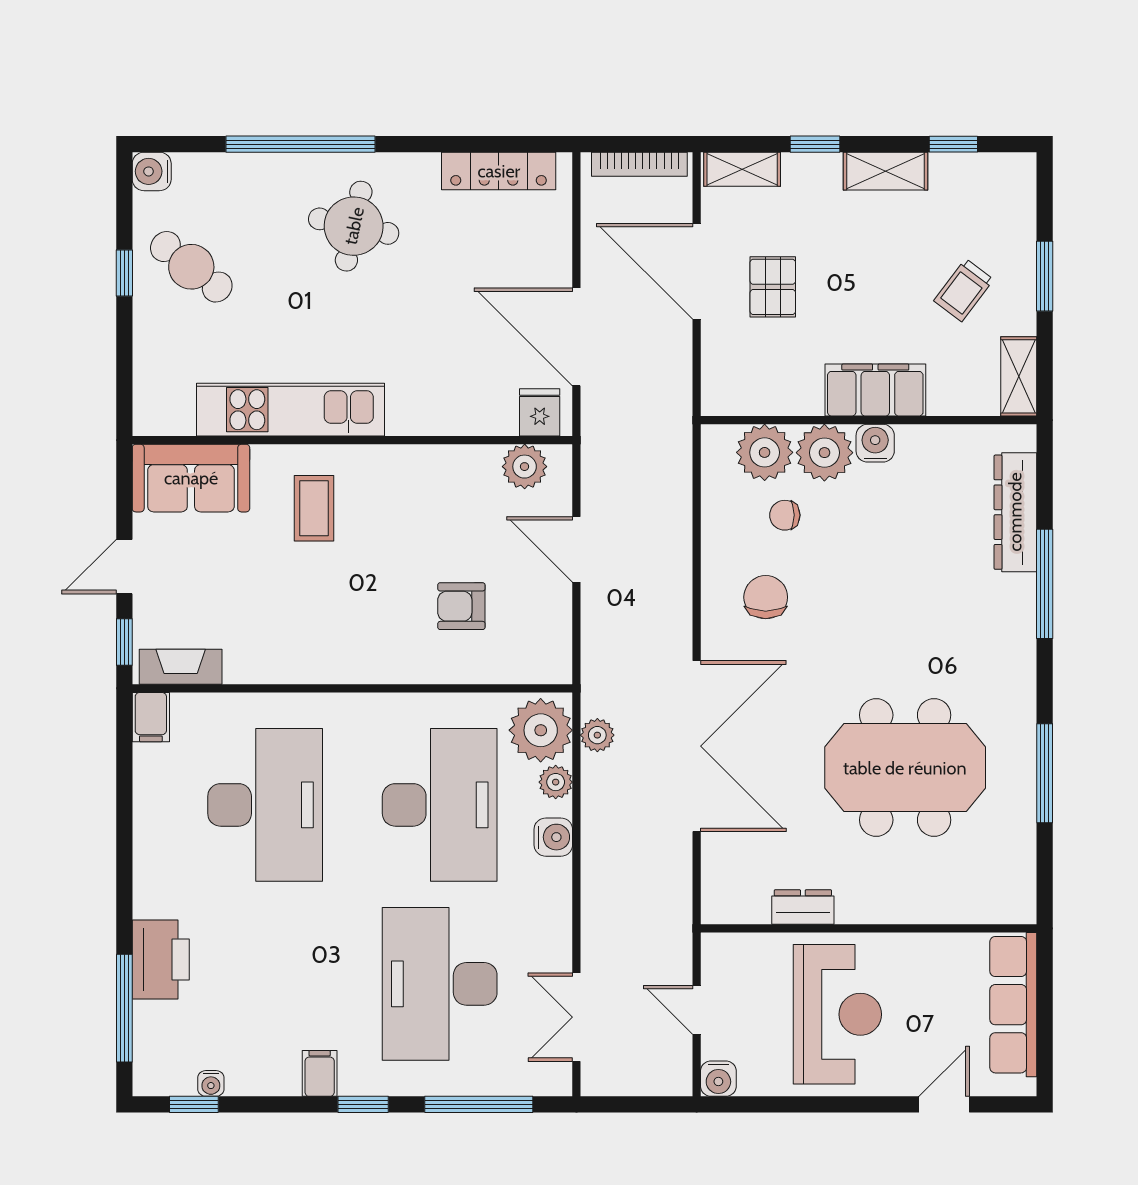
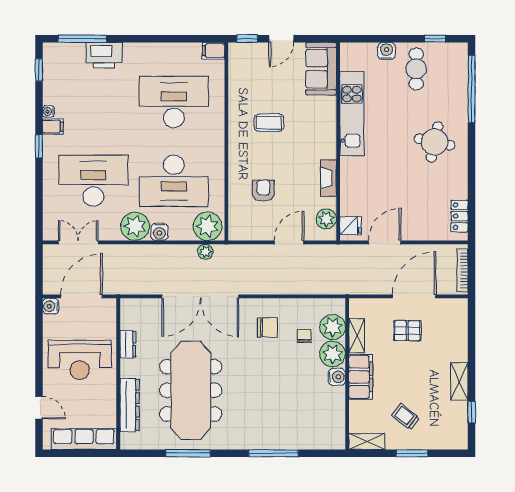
window: (301, 144) -> (472, 89), moved
window: (815, 144) -> (472, 350), removed
shelving: (742, 169) -> (357, 336), moved
water cooler: (152, 171) -> (387, 51), moved
locker: (499, 171) -> (459, 216), width x0.66
cafe table: (191, 267) -> (416, 69), turned -38
window: (124, 273) -> (435, 39), moved
door: (576, 337) -> (385, 242), width x0.73
coffee table: (314, 508) -> (269, 123), moved
dresser: (1015, 512) -> (130, 405), moved, turned 90
door: (124, 567) -> (281, 39), swing flipped
fireplace: (181, 667) -> (328, 178), moved, turned 180
meeting table: (905, 768) -> (191, 390), width x1.36
plant: (556, 782) -> (135, 226), moved, width x1.87, depth x1.87
desk: (265, 805) -> (174, 102), turned 180
door: (697, 1010) -> (82, 296), width x1.87
water cooler: (211, 1083) -> (48, 112), moved
window: (479, 1104) -> (39, 198), removed

